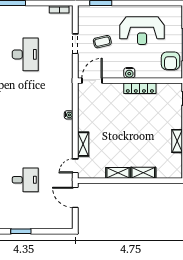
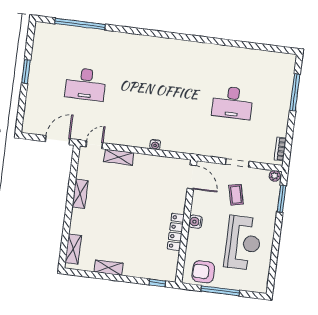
plant: (82, 11) -> (275, 176), added
reception desk: (142, 31) -> (243, 243), turned 180
door: (75, 166) -> (94, 145), hinge flipped
shelving: (143, 173) -> (73, 249), moved
desk: (25, 180) -> (86, 84), width x1.37

